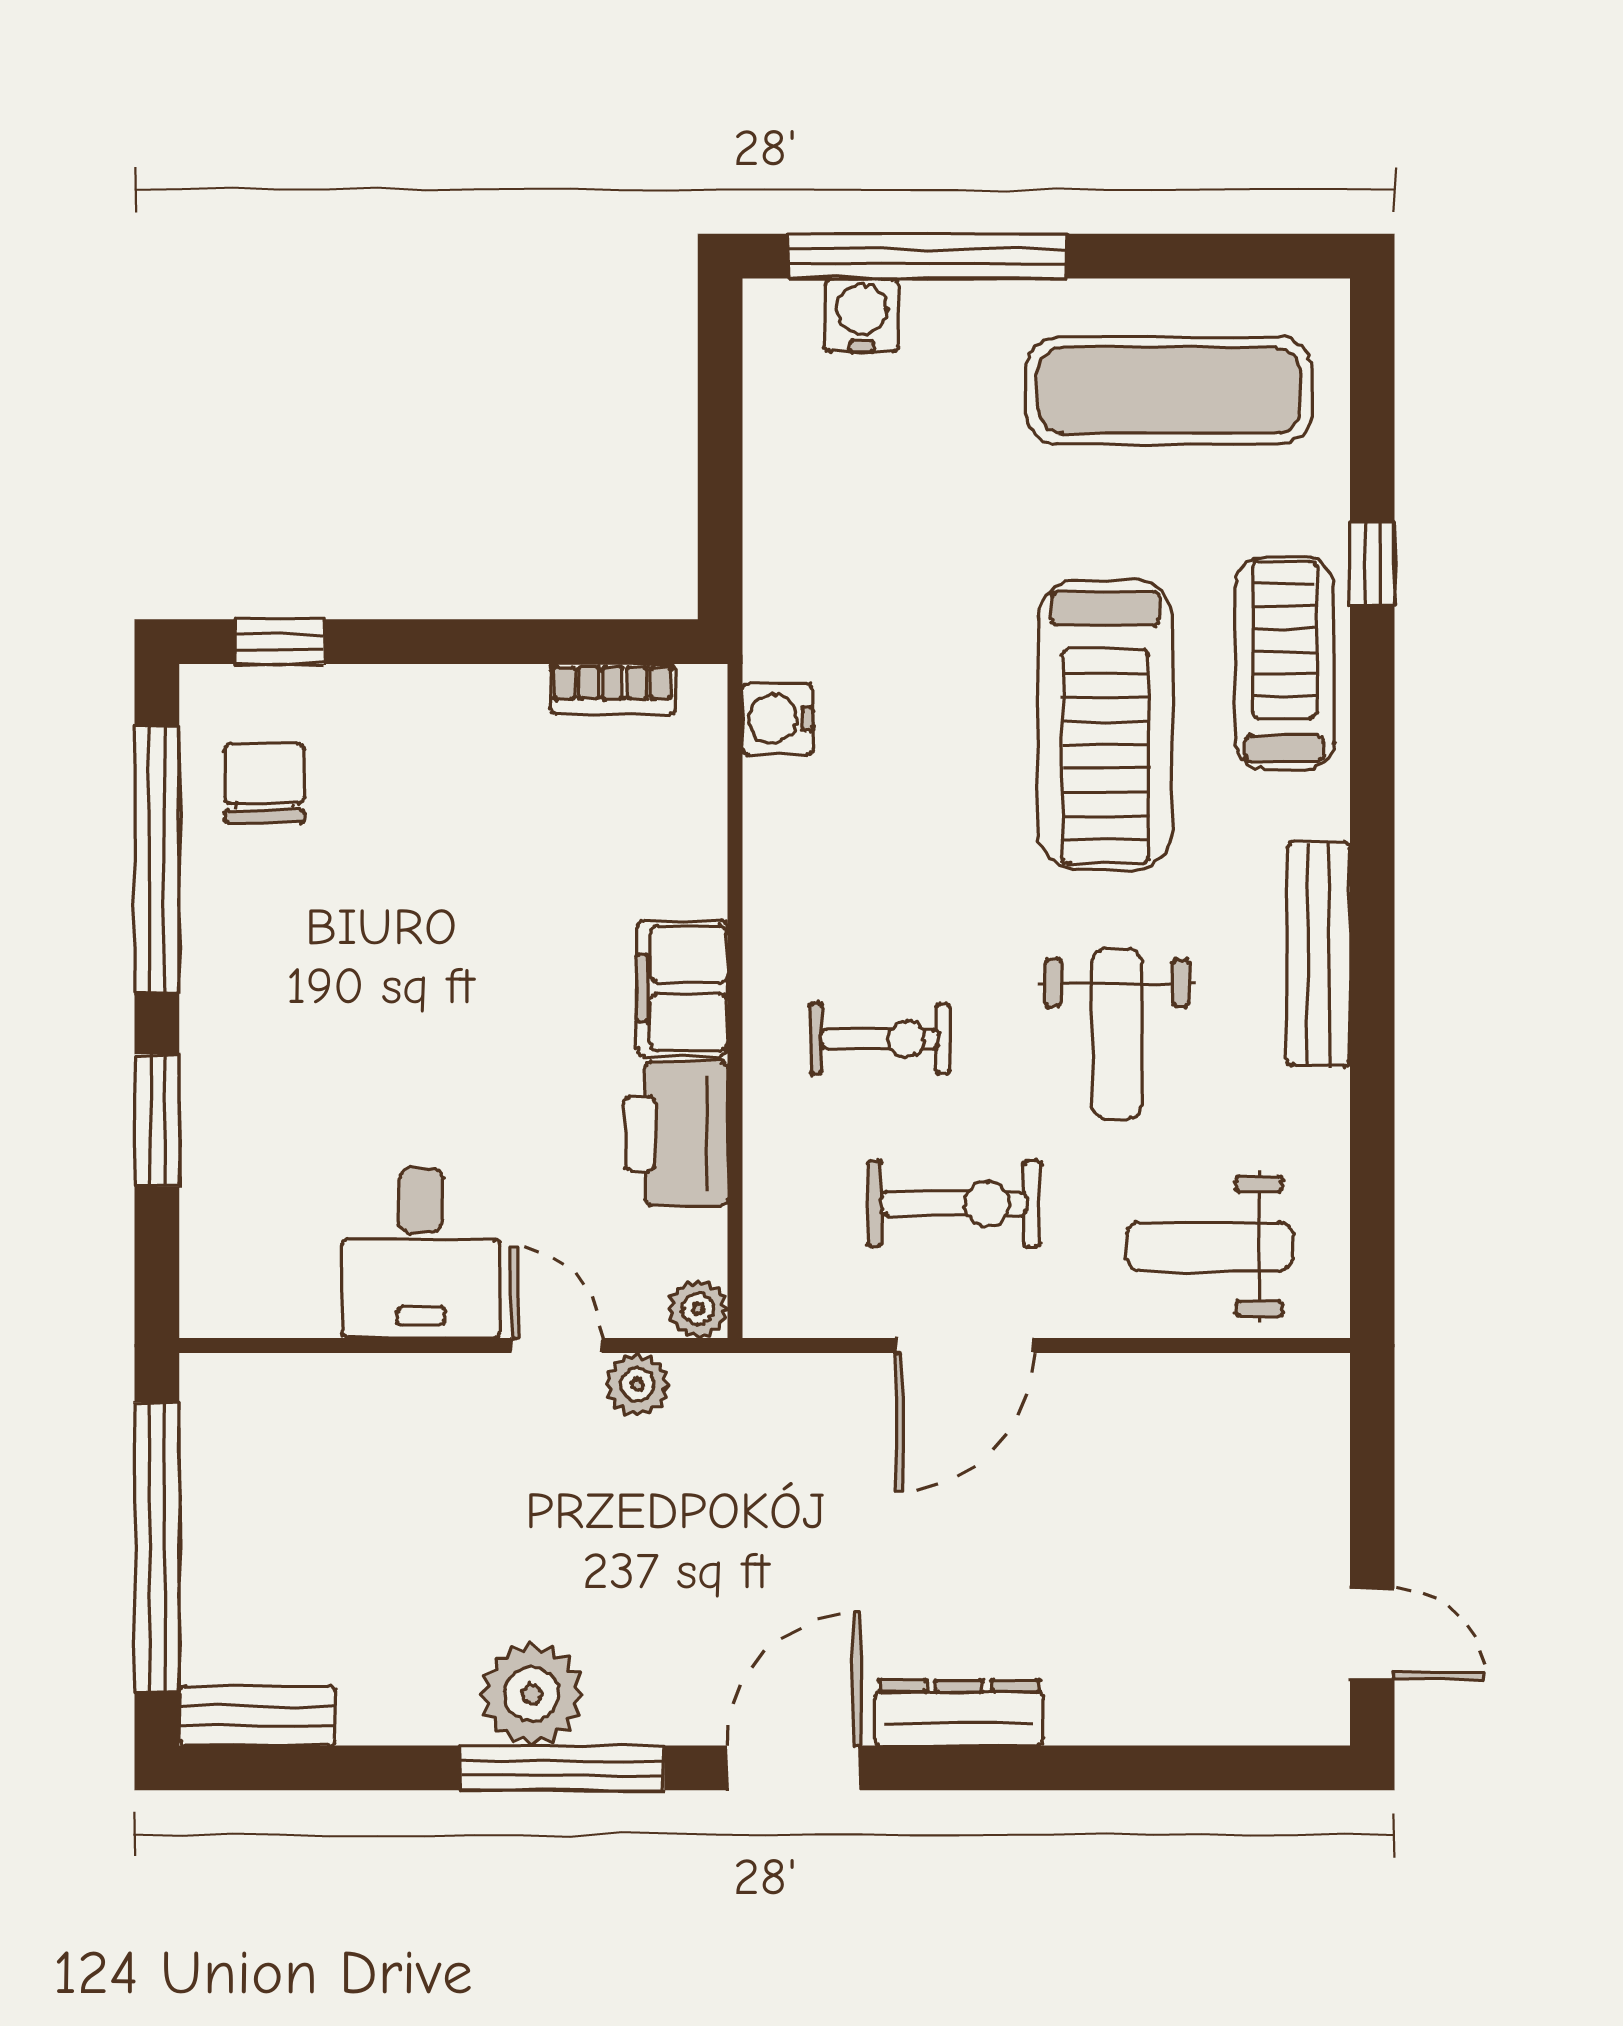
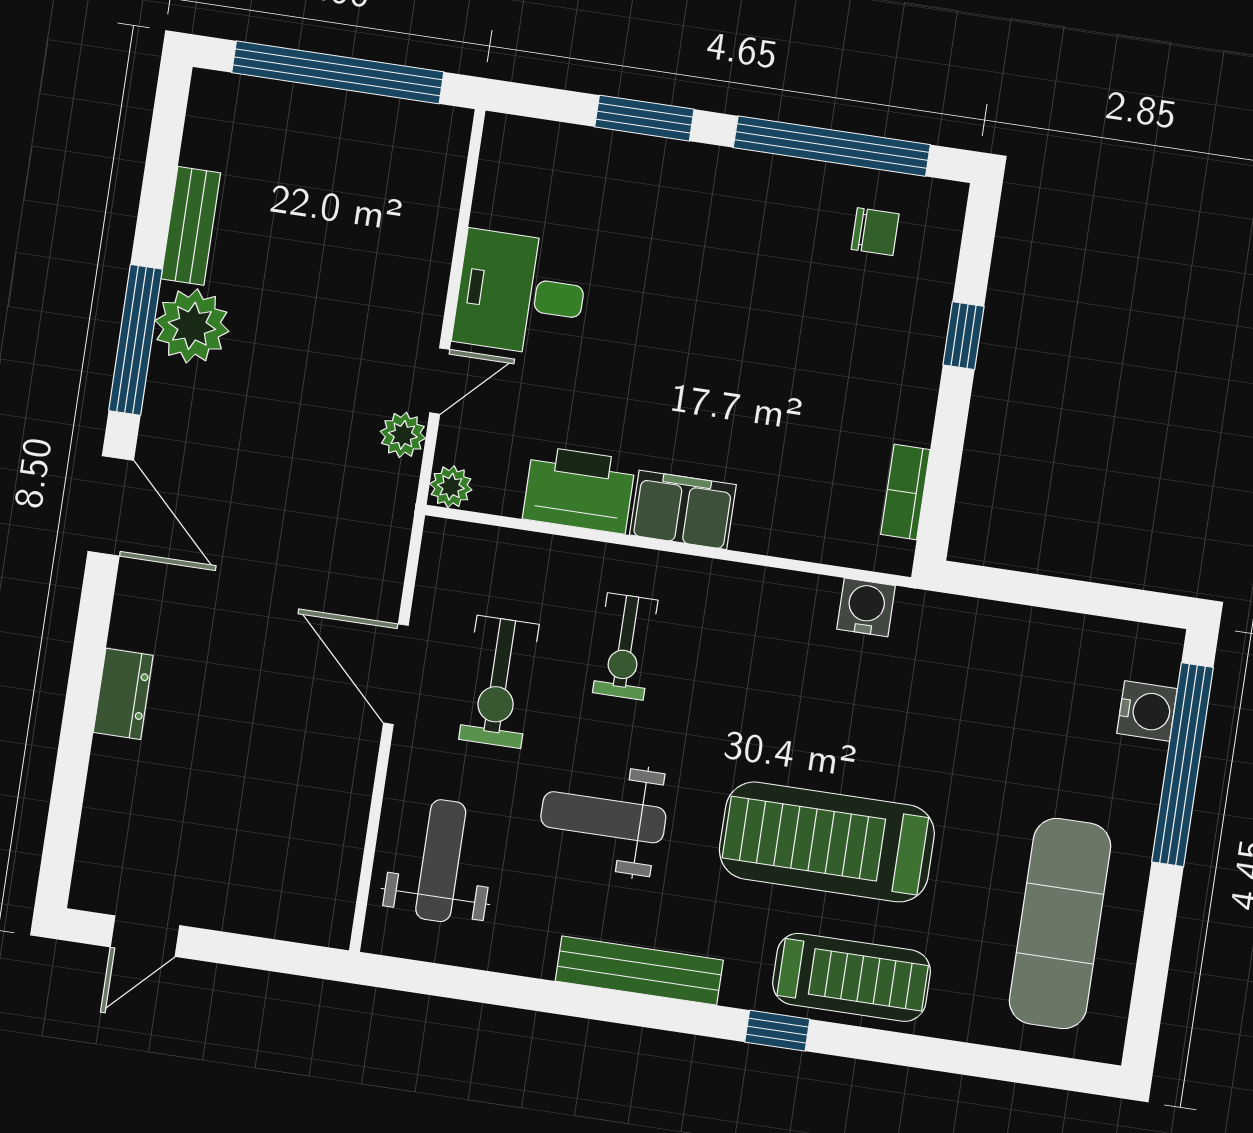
window: (1372, 563) -> (777, 1031), moved
window: (280, 642) -> (963, 336), moved
chair: (264, 783) -> (875, 232), width x0.73, depth x0.73
dresser: (959, 1713) -> (123, 694), moved, width x0.70
bench: (257, 1716) -> (191, 226), moved

